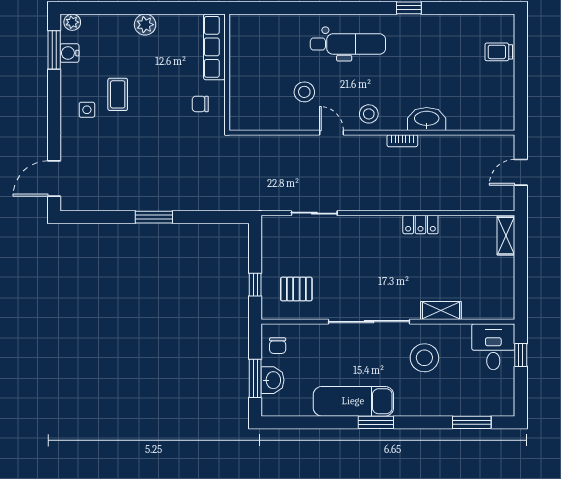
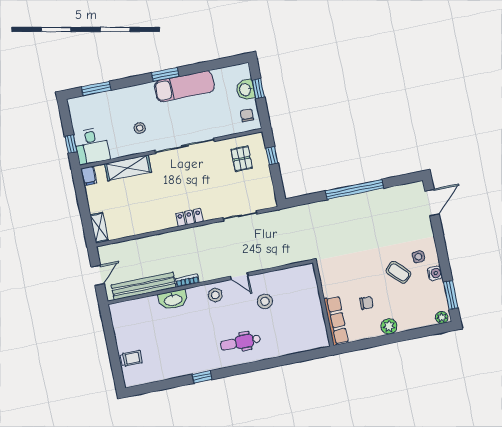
dental chair: (348, 44) -> (241, 342), width x0.73, depth x0.72
water cooler: (69, 53) -> (435, 273), moved
coffee table: (118, 94) -> (398, 272), turned -45
chair: (200, 104) -> (366, 303), moved
bench: (462, 145) -> (144, 286), added
window: (154, 217) -> (355, 189), width x2.11
locker: (420, 224) -> (189, 218), moved
pallet: (296, 289) -> (242, 159), turned 90
filing cabinet: (506, 308) -> (89, 176), added
shelving: (441, 311) -> (128, 168), width x1.50, depth x1.33
stool: (424, 358) -> (140, 128), width x0.53, depth x0.53
window: (255, 378) -> (258, 88), width x0.67

